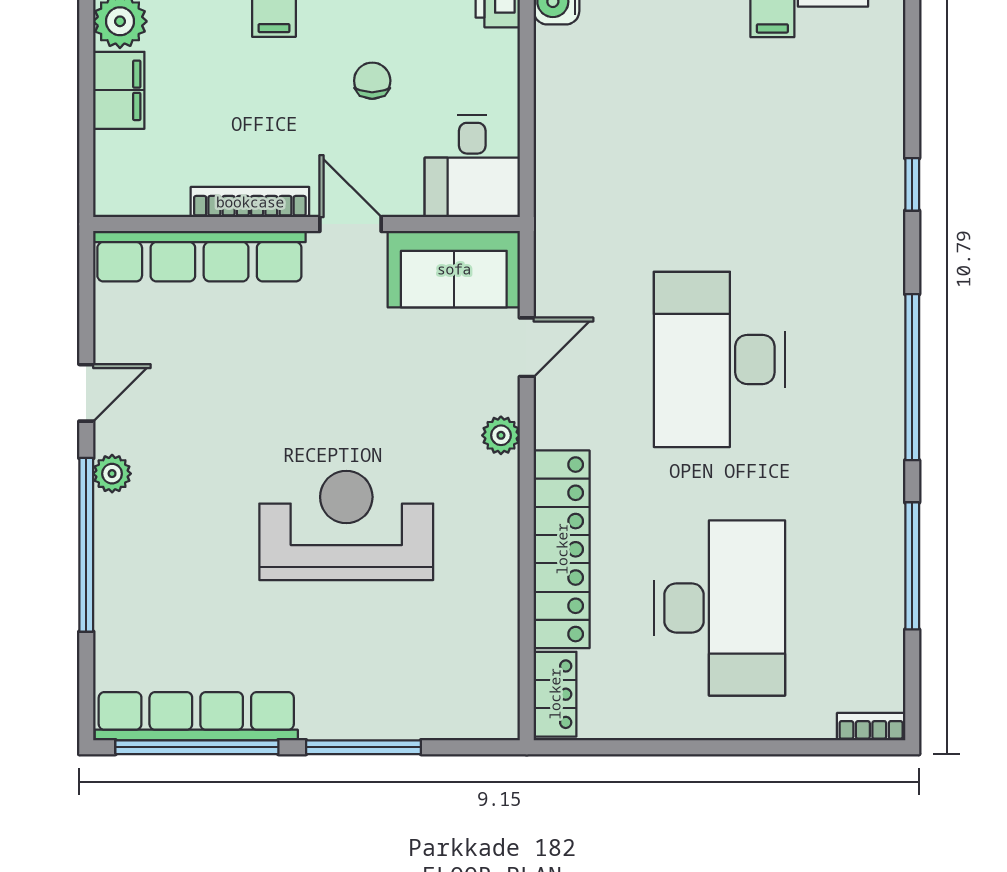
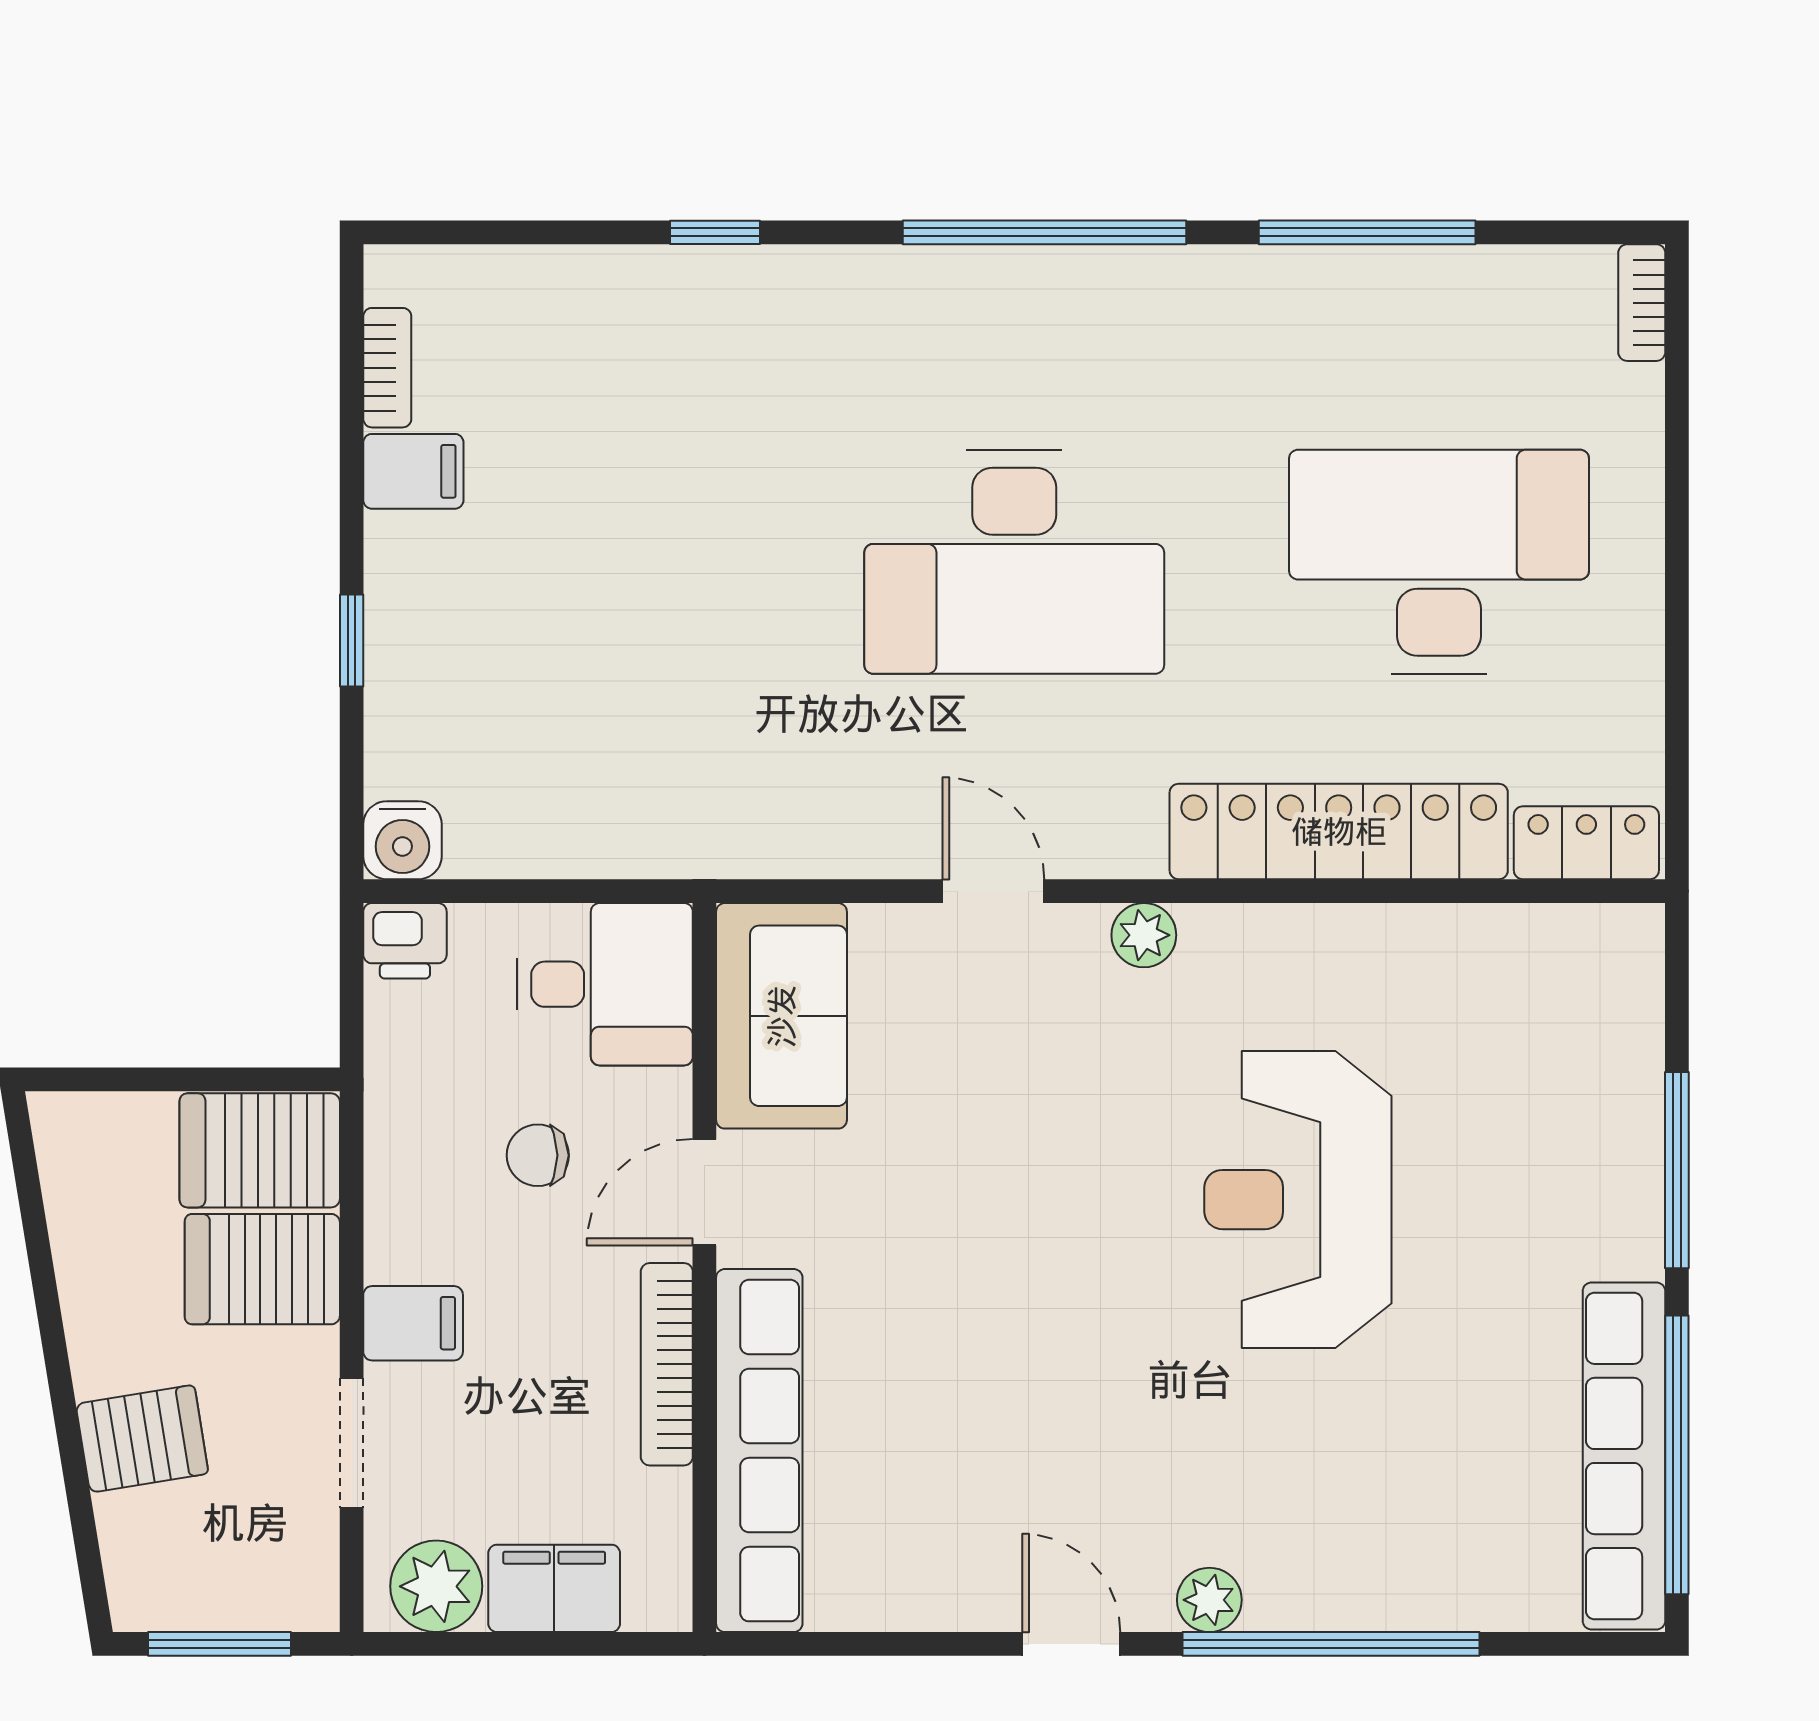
desk: (472, 166) -> (605, 984), moved
bookcase: (250, 202) -> (667, 1364), moved
wall: (306, 224) -> (704, 1268), moved
door: (351, 224) -> (704, 1192), moved
row of seats: (199, 256) -> (759, 1451), moved
sofa: (454, 269) -> (782, 1016), moved

